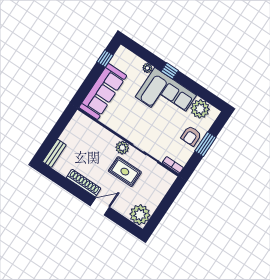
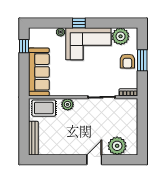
plant: (122, 148) -> (68, 104), moved
bench: (54, 153) -> (33, 138), width x1.36
rug: (125, 172) -> (44, 108), moved
shoe rack: (84, 183) -> (70, 150), removed
plant: (140, 215) -> (117, 146), moved

